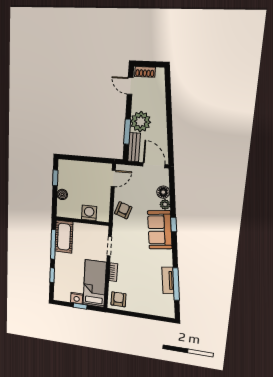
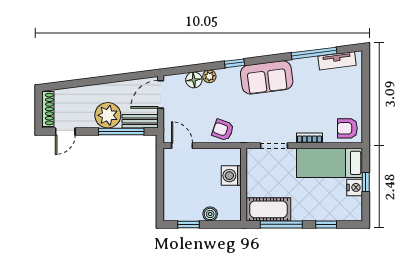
shoe rack: (145, 72) -> (48, 109), width x1.43
window: (127, 132) -> (121, 131), width x1.44
sofa: (160, 230) -> (267, 77), moved
tv unit: (168, 280) -> (337, 61), moved

